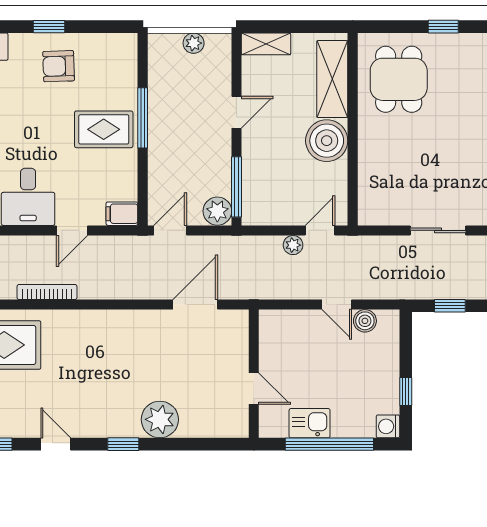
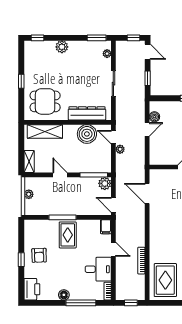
boiler: (327, 141) -> (87, 134), moved
dresser: (372, 172) -> (87, 113), added

